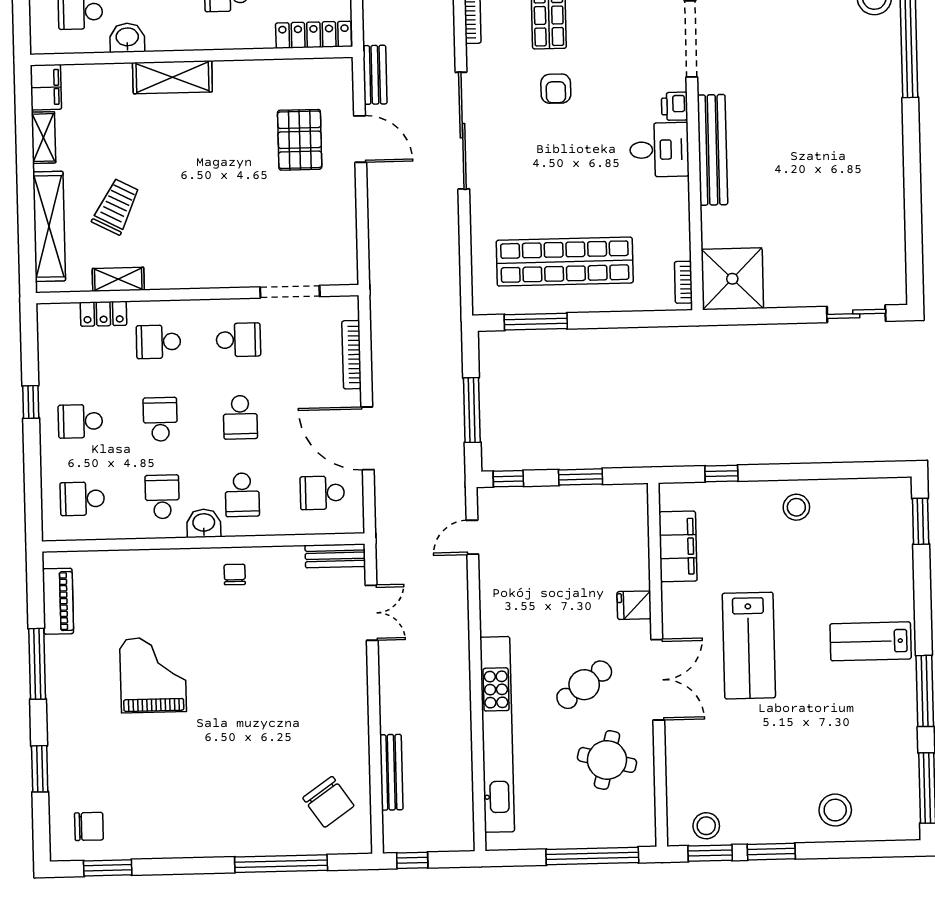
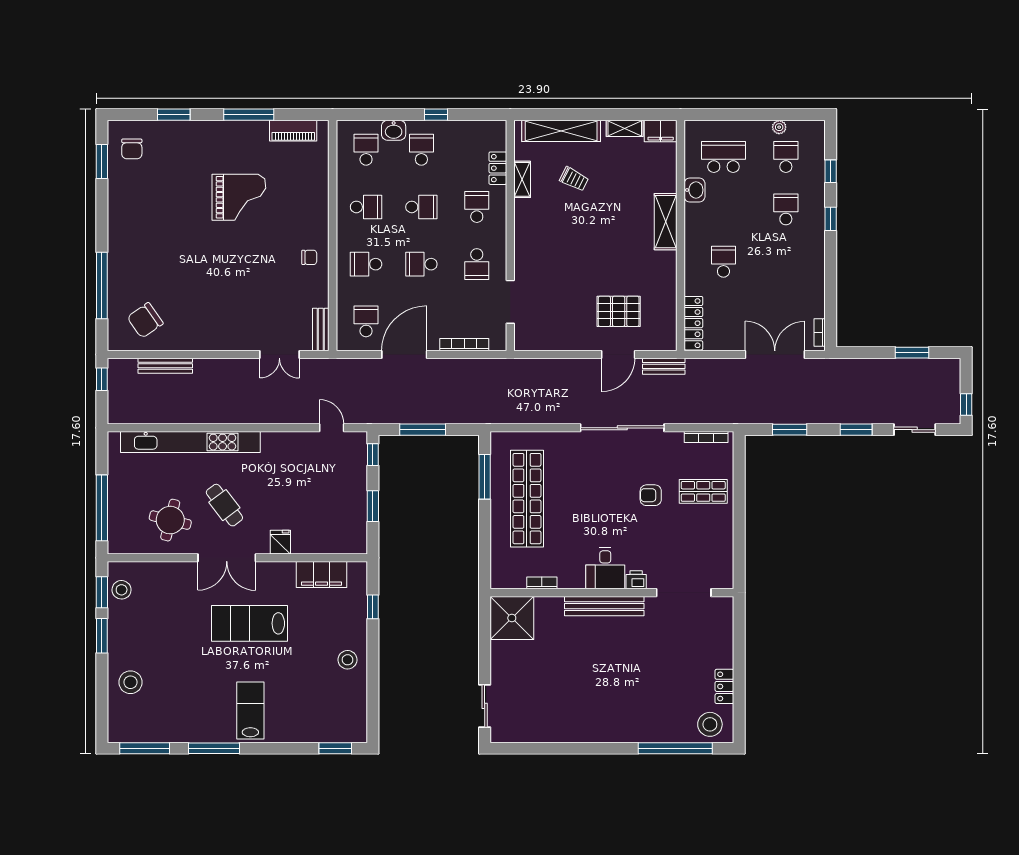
trolley: (116, 207) -> (574, 179), width x0.73, depth x0.72
bookcase: (683, 282) -> (542, 583), moved
washbasin: (204, 523) -> (394, 130), moved, turned 90

